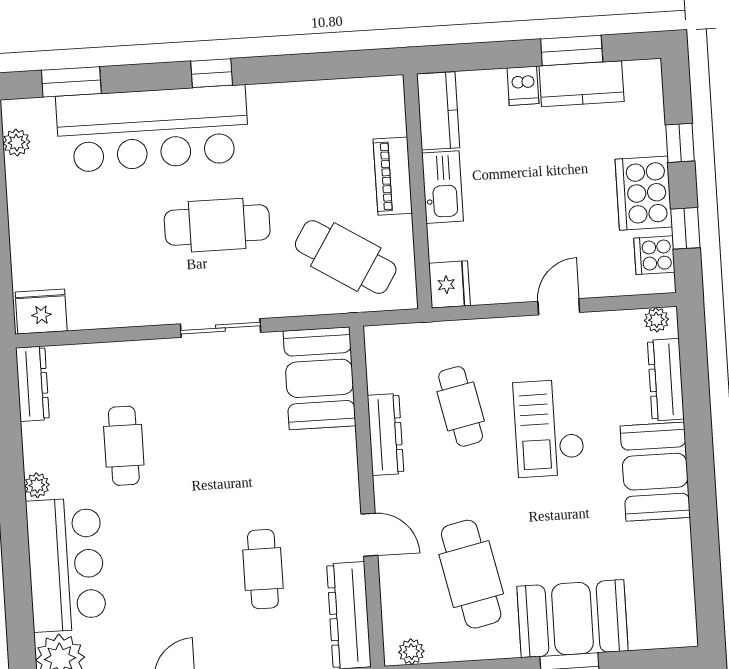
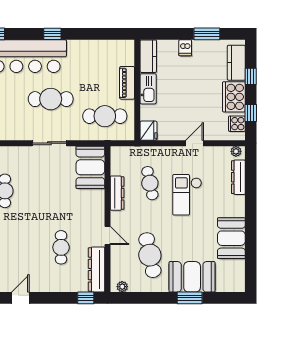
kitchen counter: (582, 84) -> (236, 63), moved, turned 90
cafe table: (346, 257) -> (105, 116), turned -32
booth: (655, 472) -> (231, 238), moved

